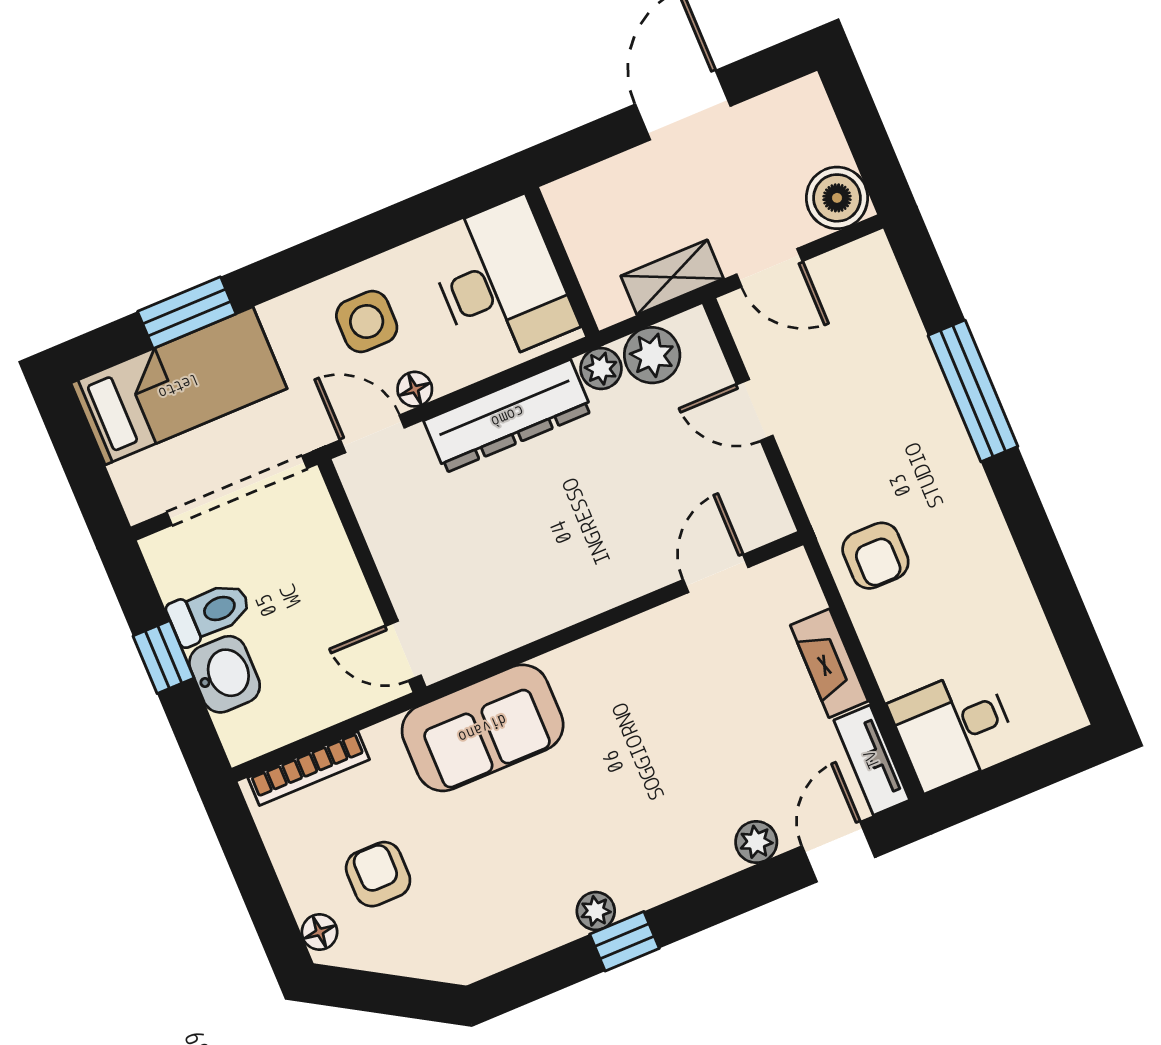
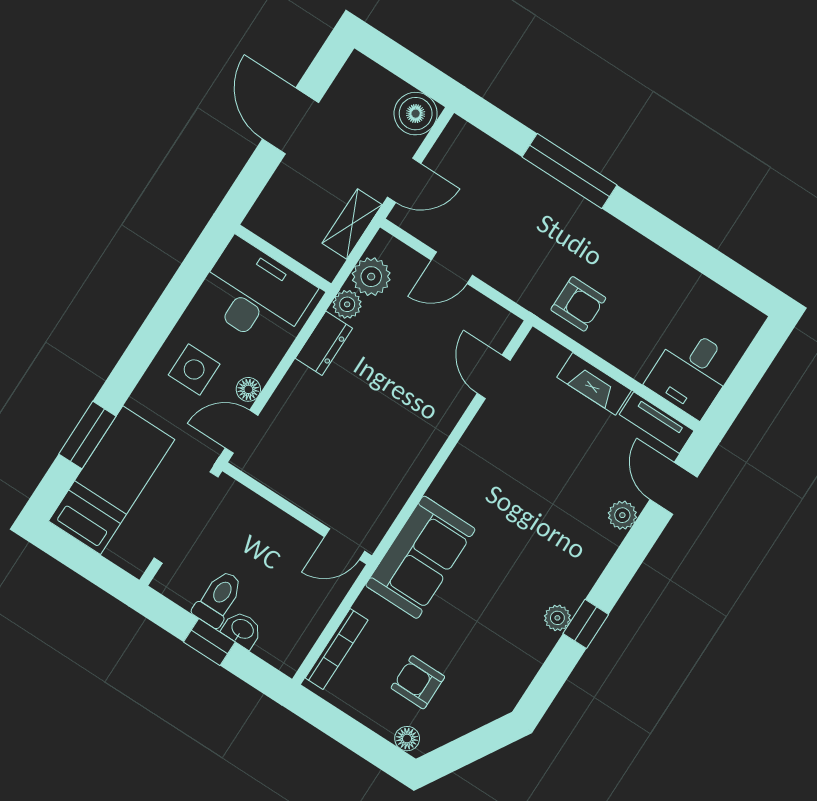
dresser: (508, 416) -> (324, 343), width x0.51, depth x0.80
washbasin: (225, 674) -> (242, 630), width x0.72, depth x0.69

